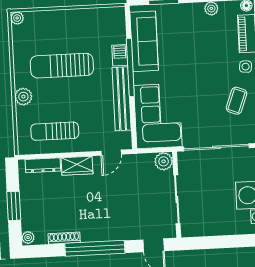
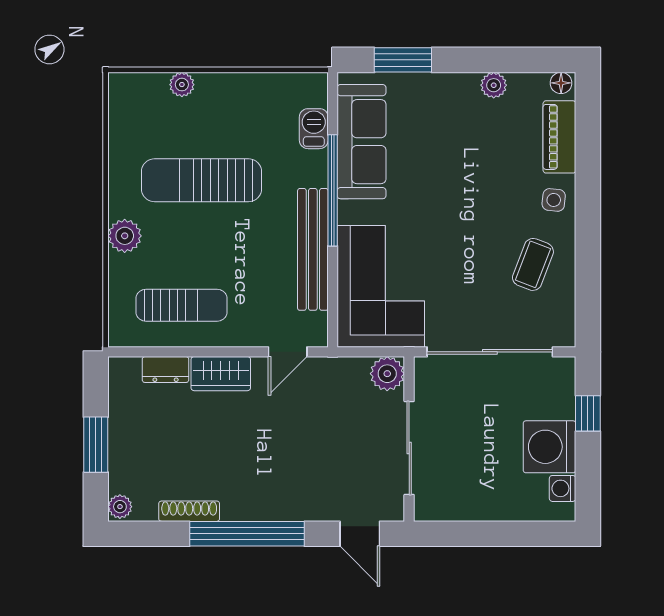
plant: (17, 18) -> (182, 85), moved
barbecue: (120, 55) -> (314, 129), moved
sun lounger: (55, 131) -> (181, 305), turned 180
dresser: (43, 165) -> (166, 370), width x0.70

